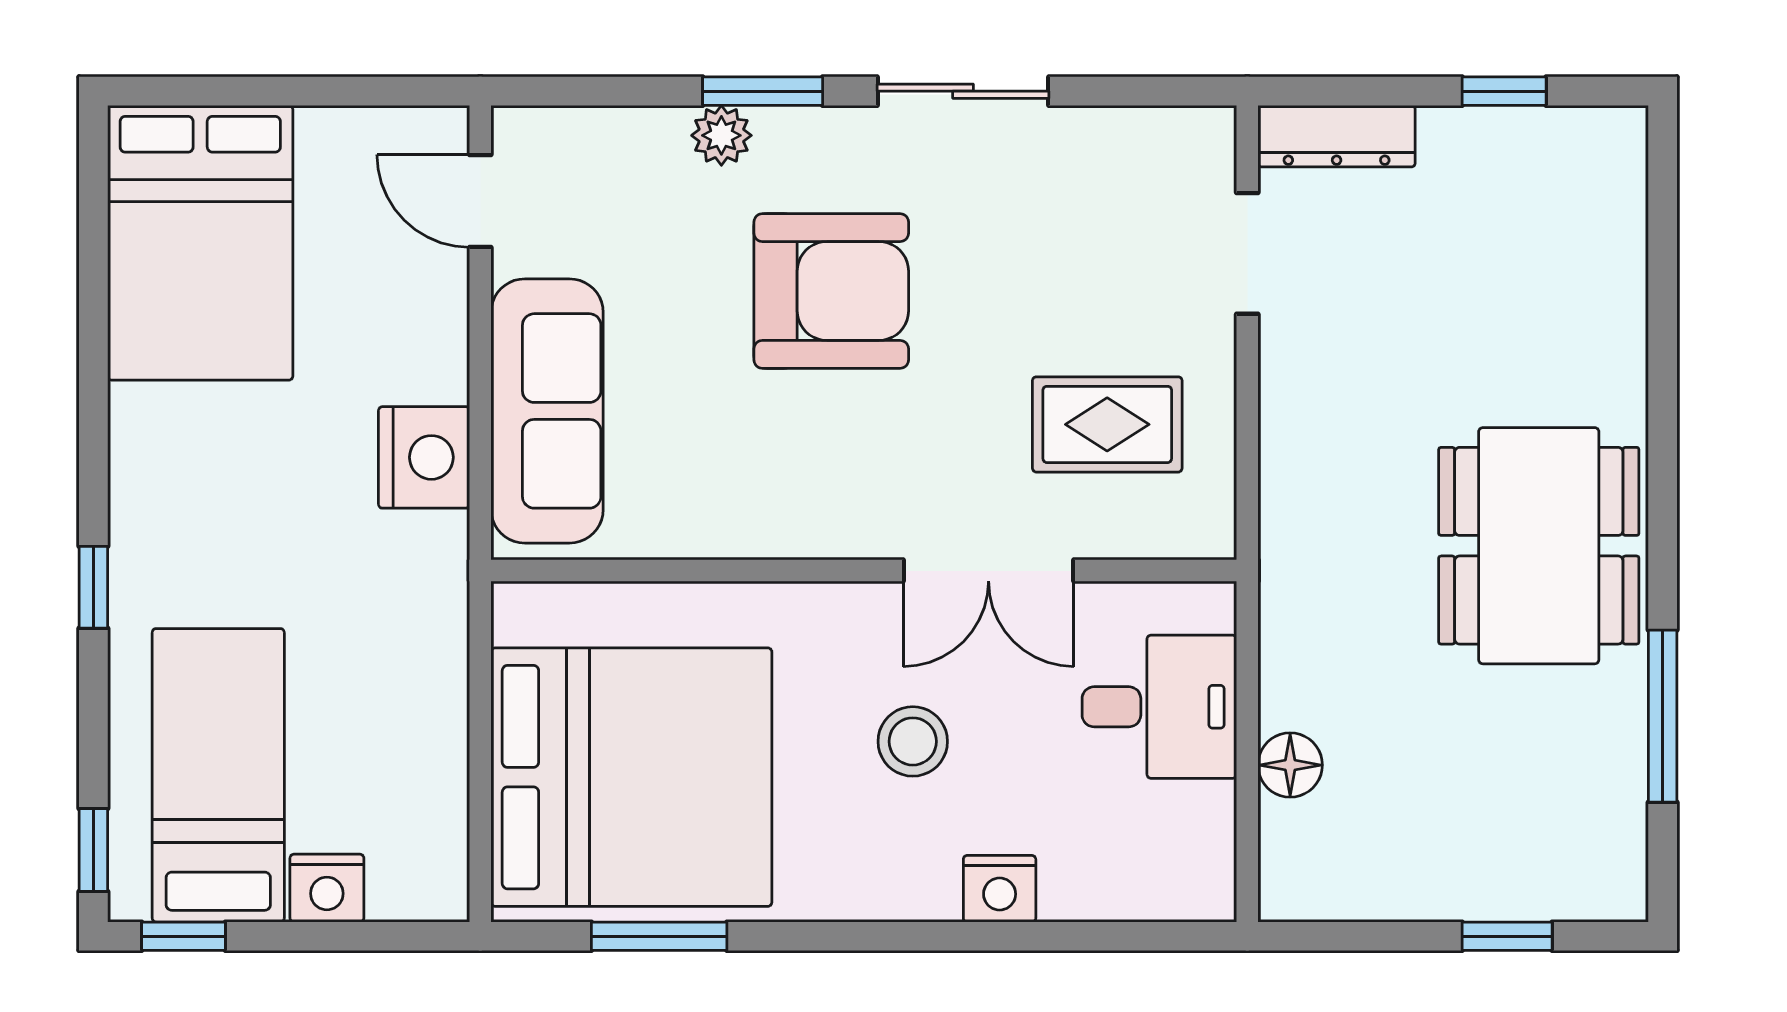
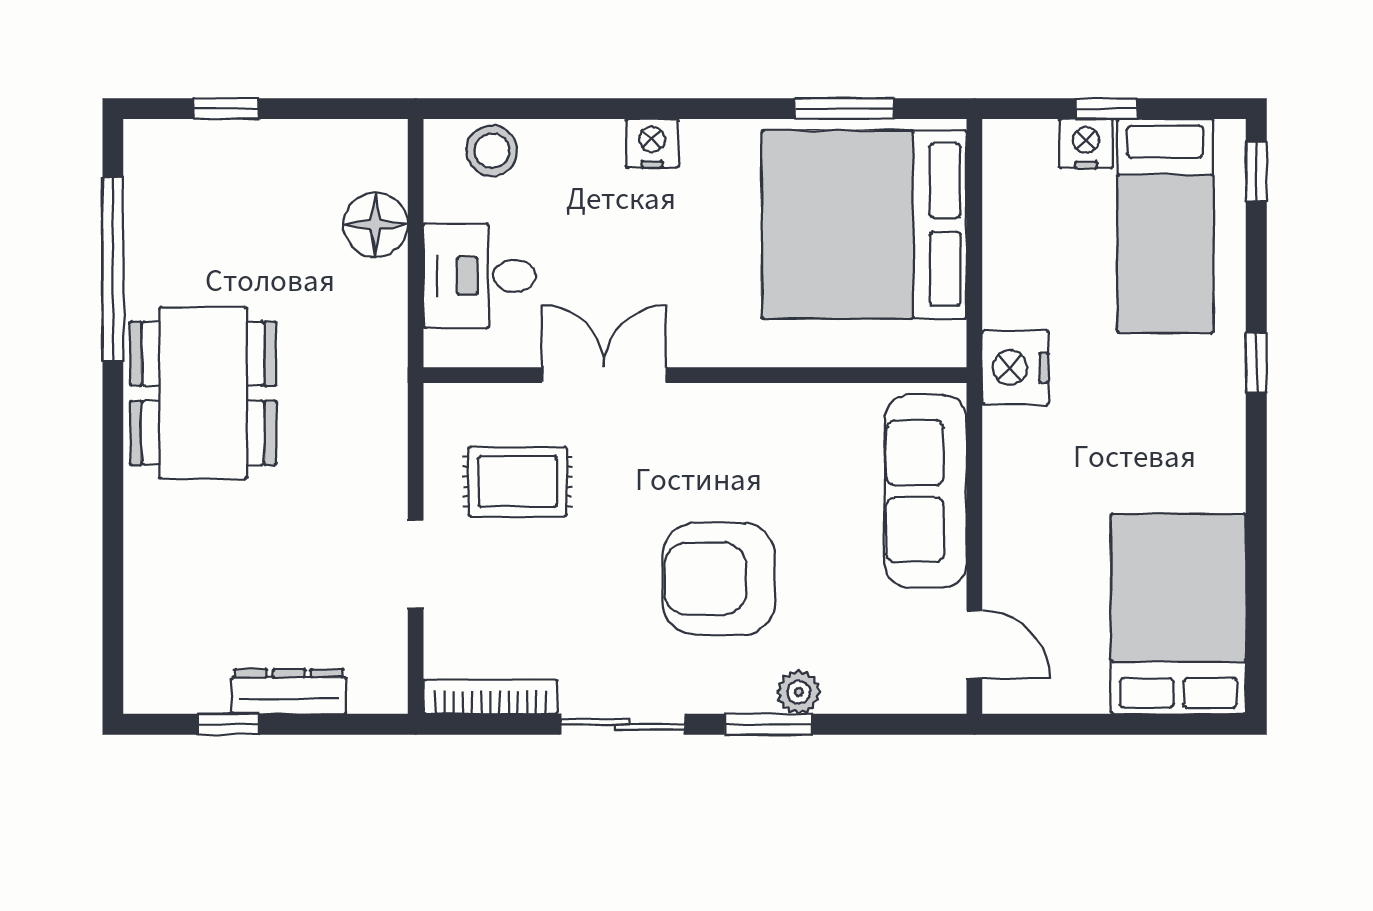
bookcase: (1145, 129) -> (490, 697), added
dresser: (1337, 136) -> (289, 692), moved
doorway: (1247, 253) -> (416, 564), moved
nightstand: (424, 457) -> (1015, 368), moved
window: (1663, 716) -> (113, 269), width x1.46
stool: (913, 741) -> (492, 151), moved
floor lamp: (1290, 765) -> (375, 225), width x1.38, depth x1.38
nightstand: (1000, 889) -> (652, 143), moved
window: (183, 936) -> (1106, 109), moved

